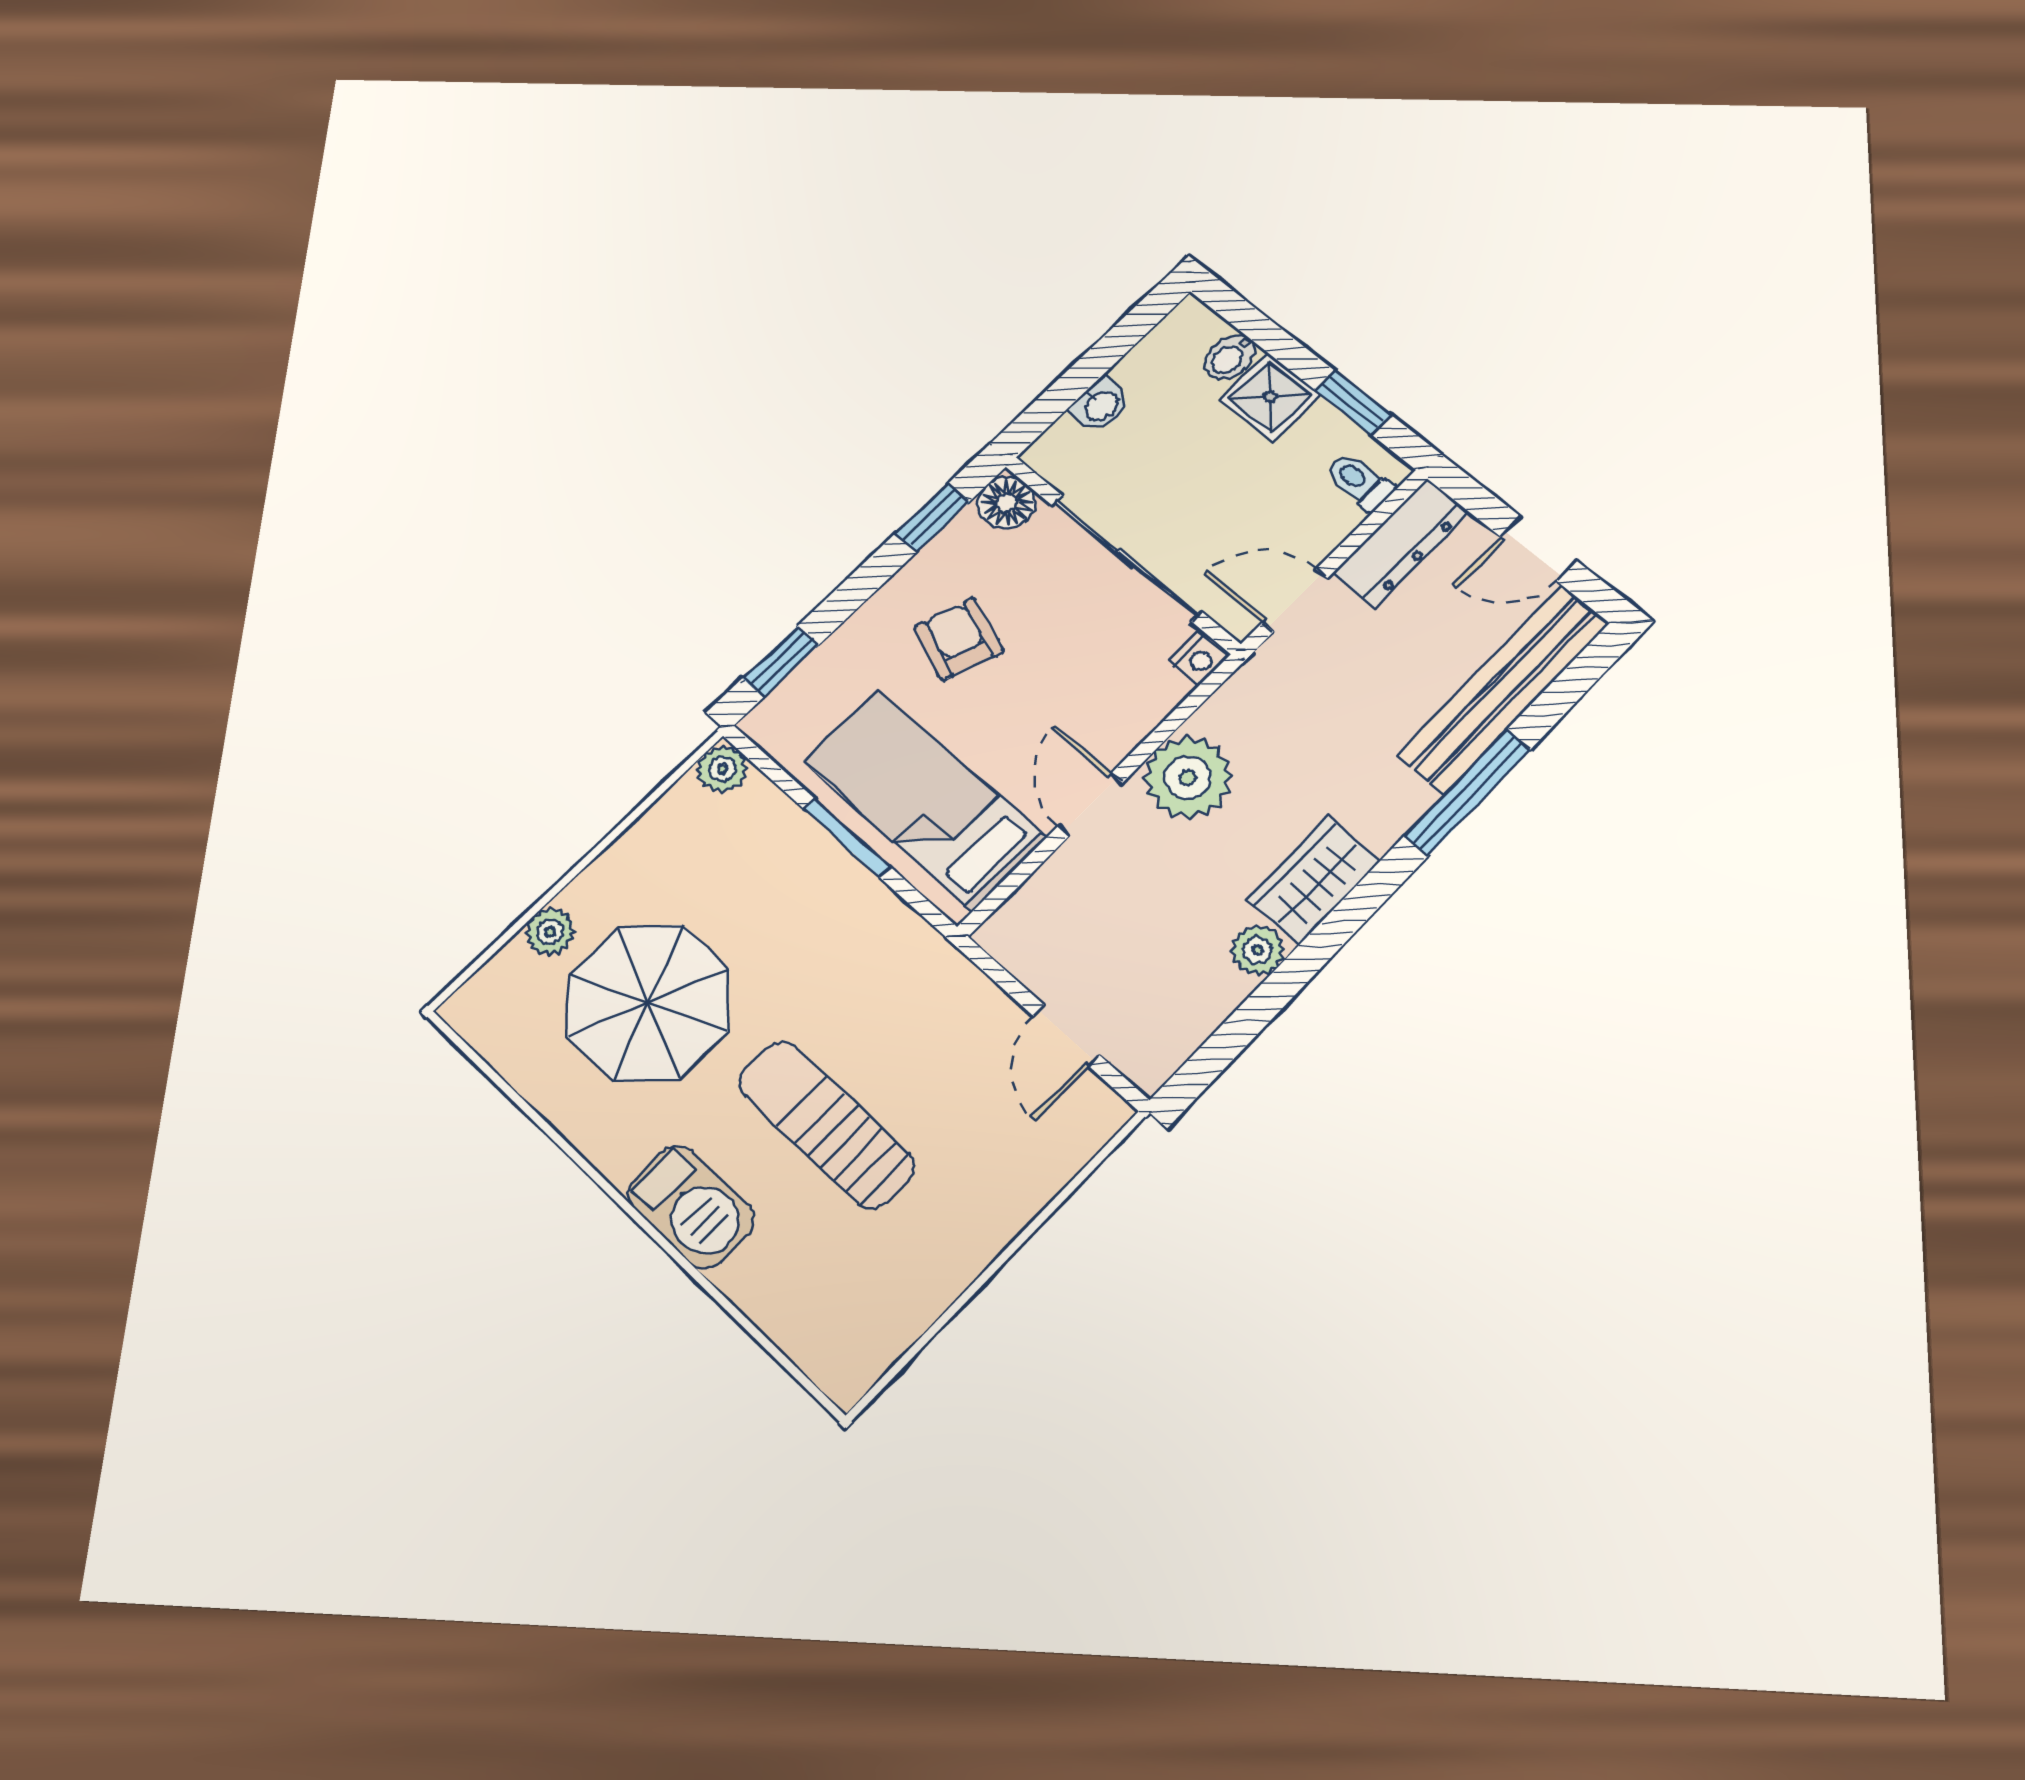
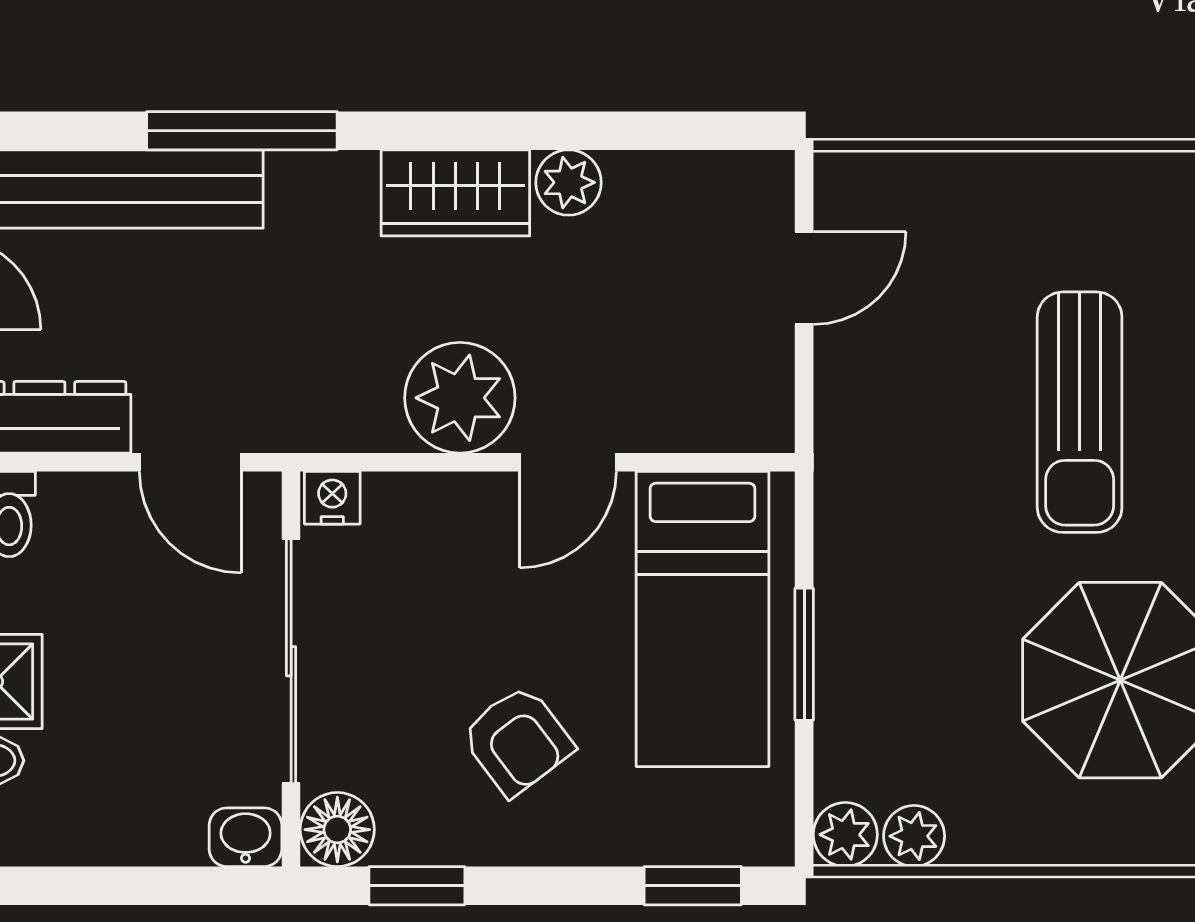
washbasin: (1101, 405) -> (246, 837), moved
armchair: (959, 639) -> (517, 740), turned -57
plant: (550, 932) -> (914, 836), moved

